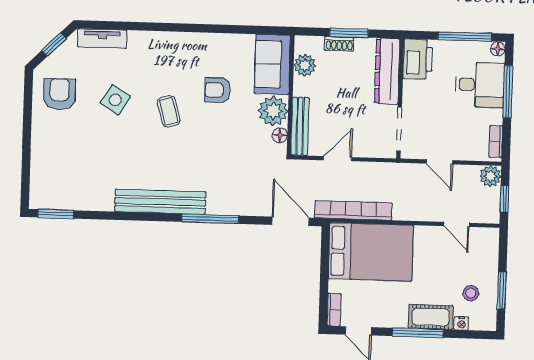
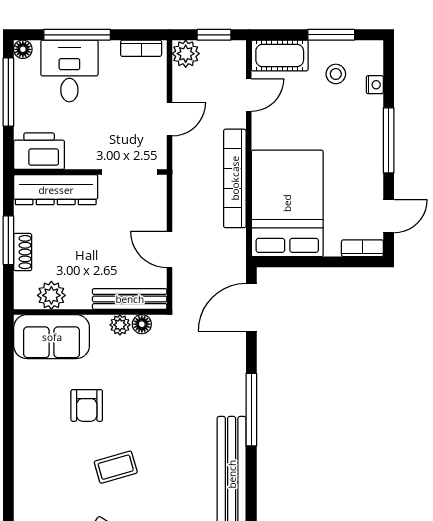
plant: (273, 111) -> (120, 325), width x0.53, depth x0.53
bookcase: (353, 210) -> (235, 178), moved
cot: (431, 317) -> (280, 55), moved, turned 90

